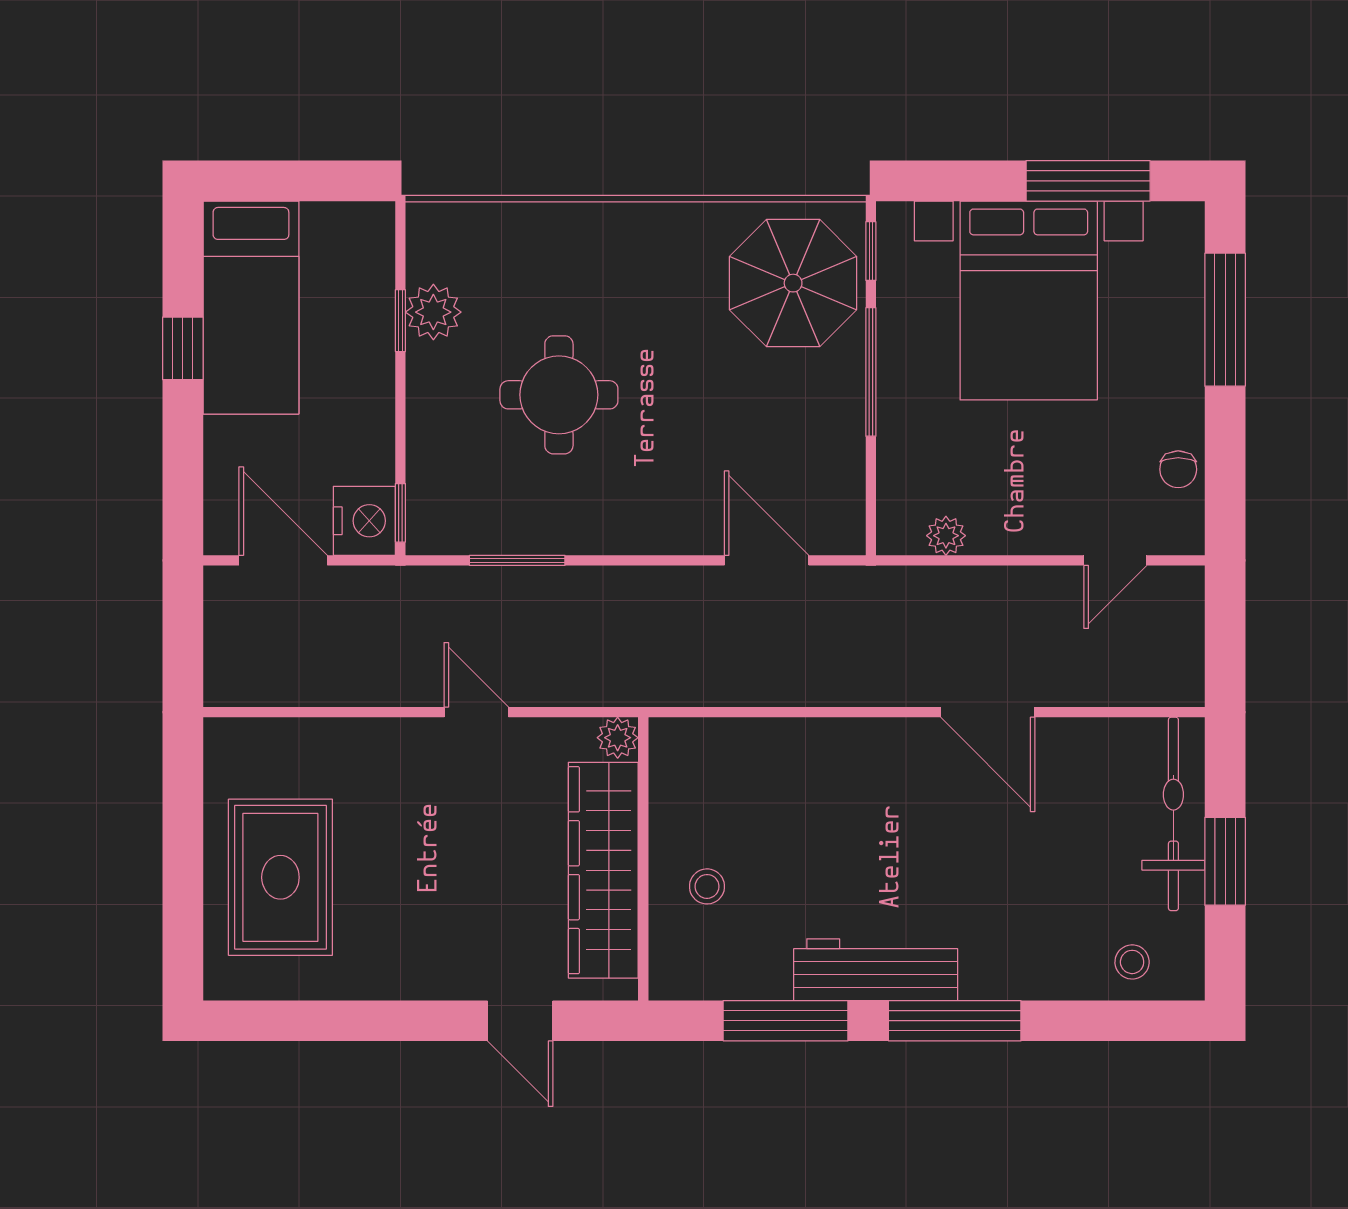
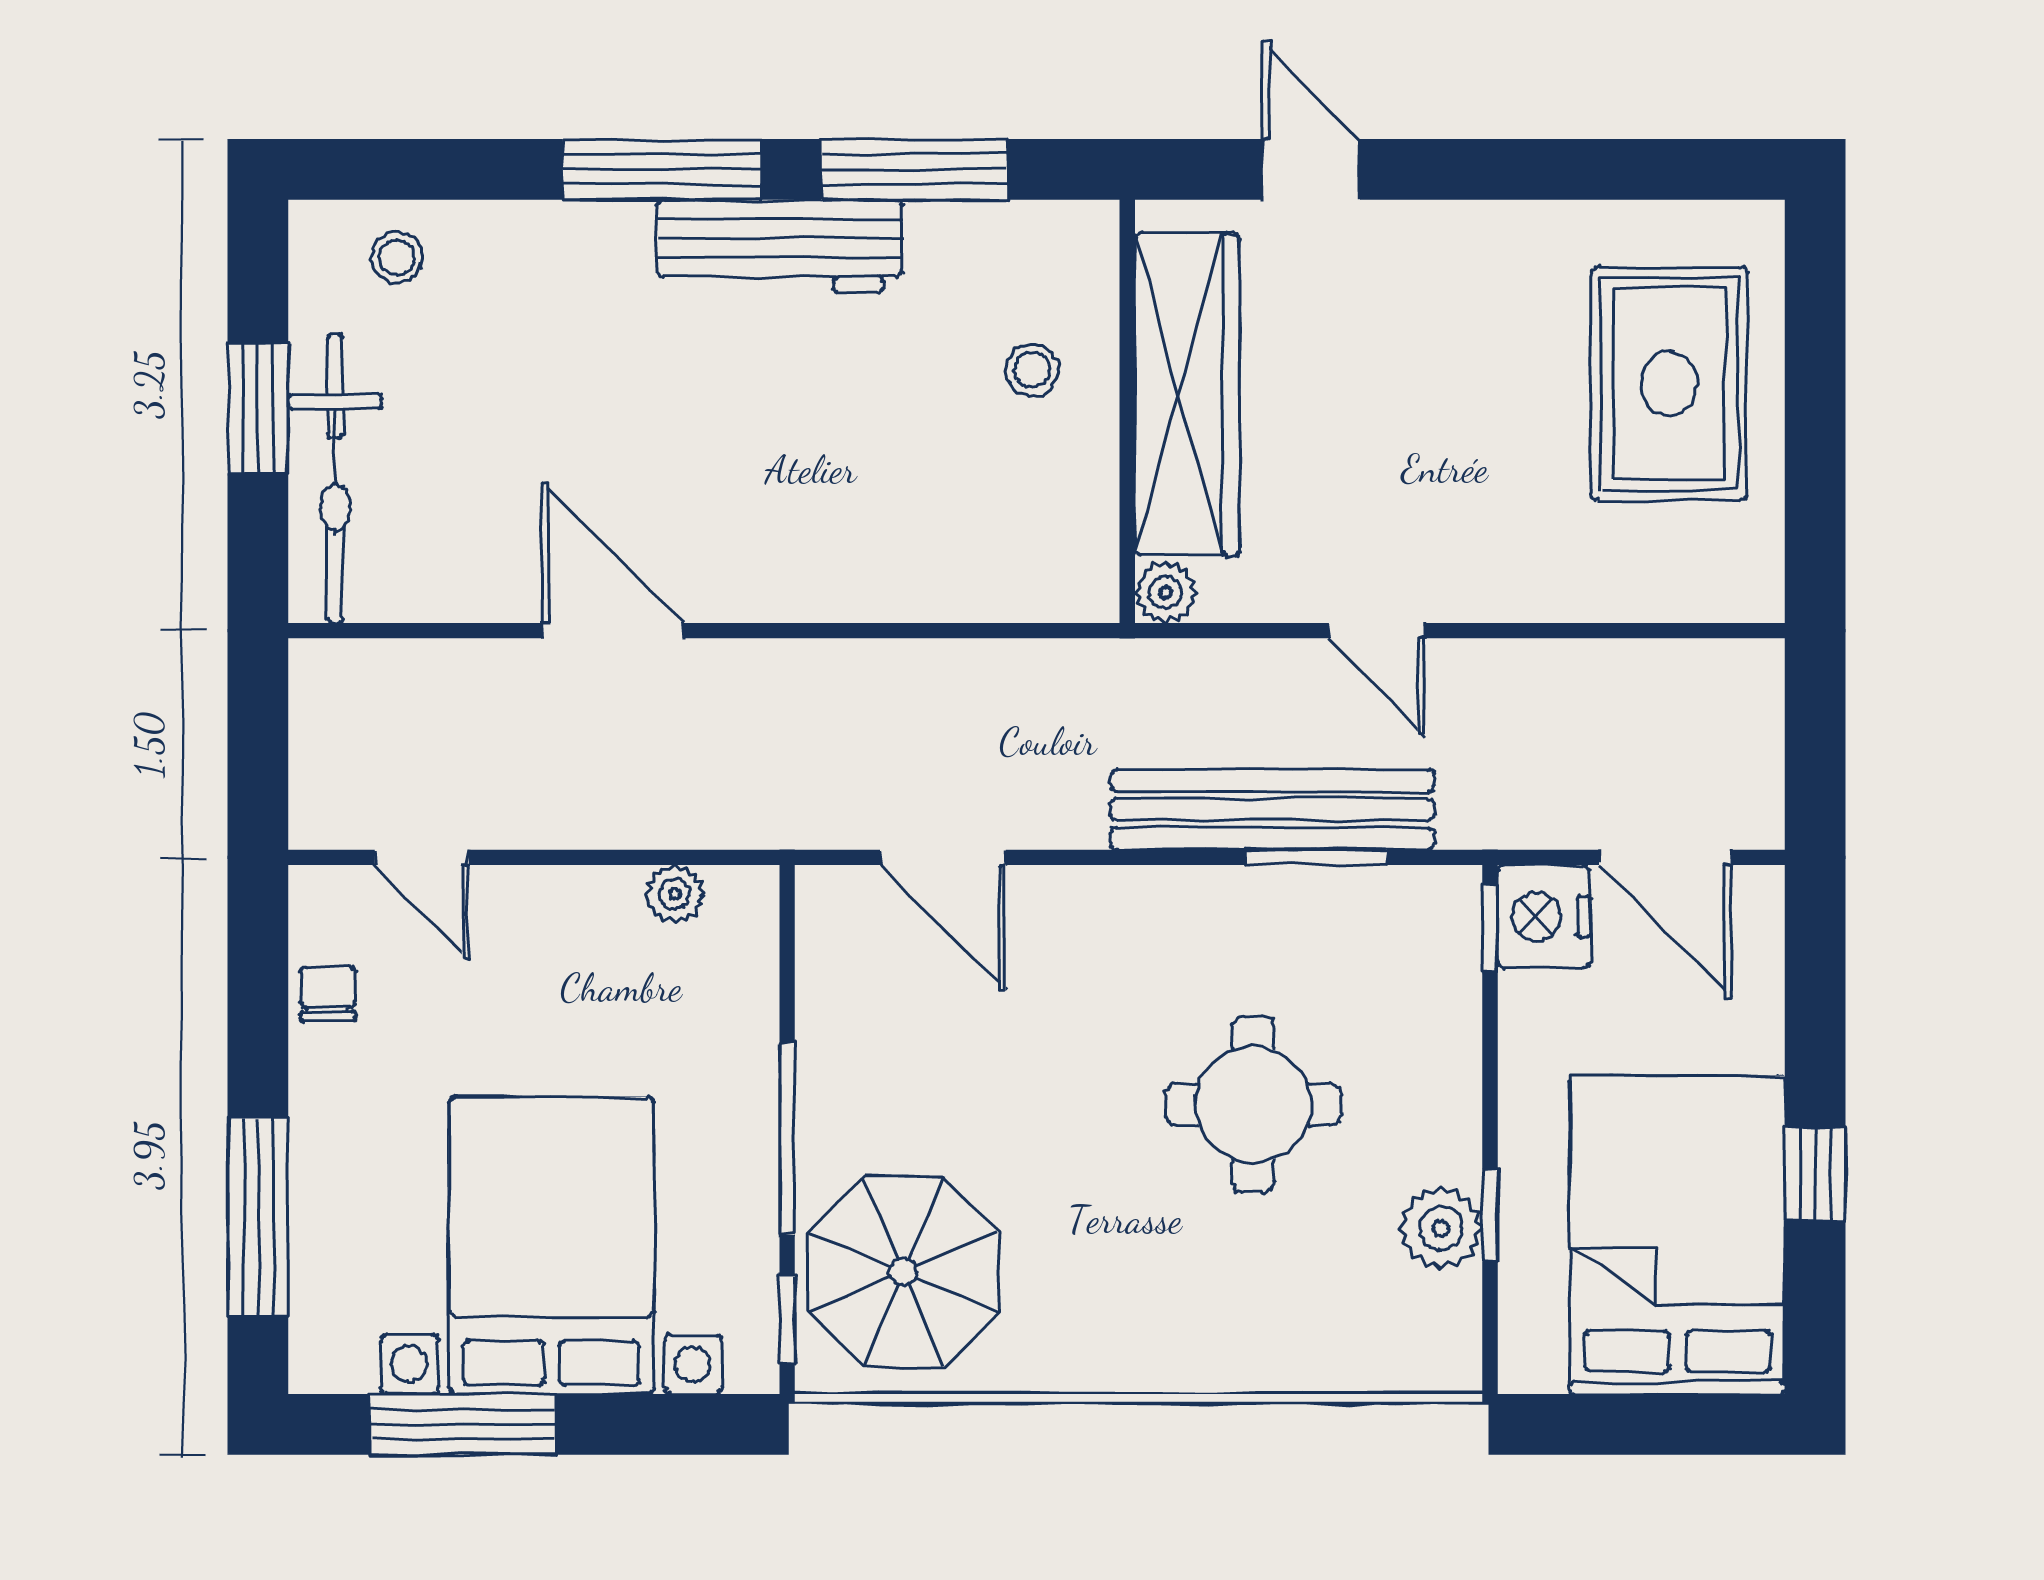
bed: (251, 308) -> (1677, 1235), width x1.50
door: (1115, 560) -> (422, 857), swing flipped
bench: (546, 592) -> (1272, 810), added

